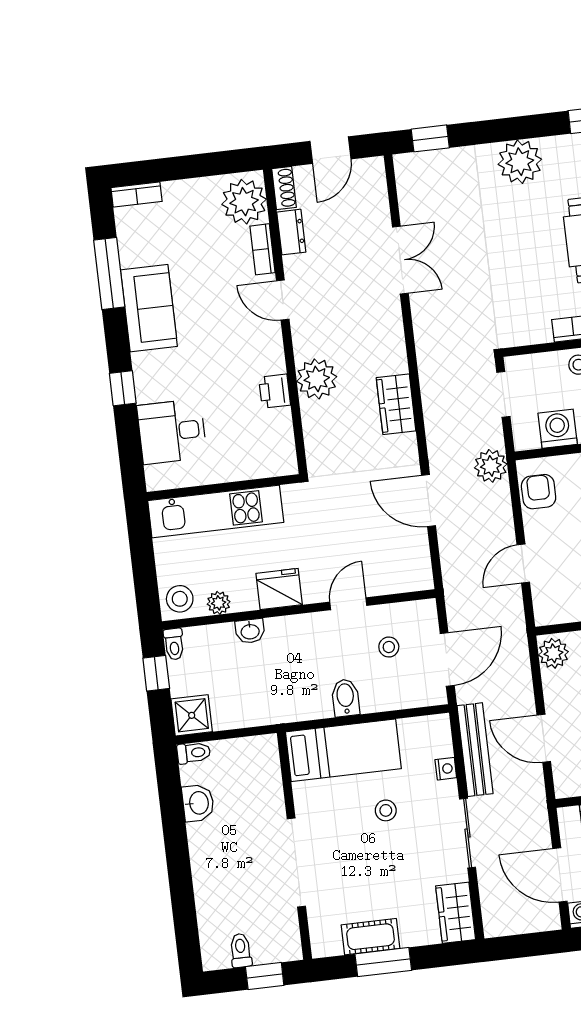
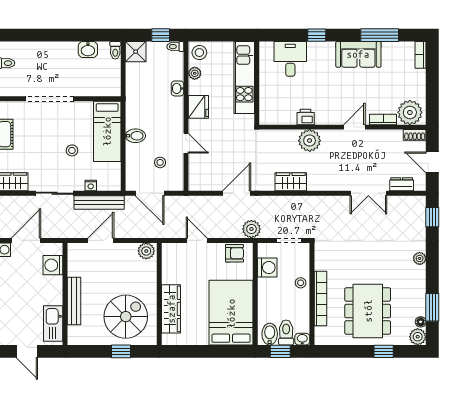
plant: (520, 162) -> (420, 258), width x0.53, depth x0.53
dresser: (291, 232) -> (402, 184), moved, turned 180

